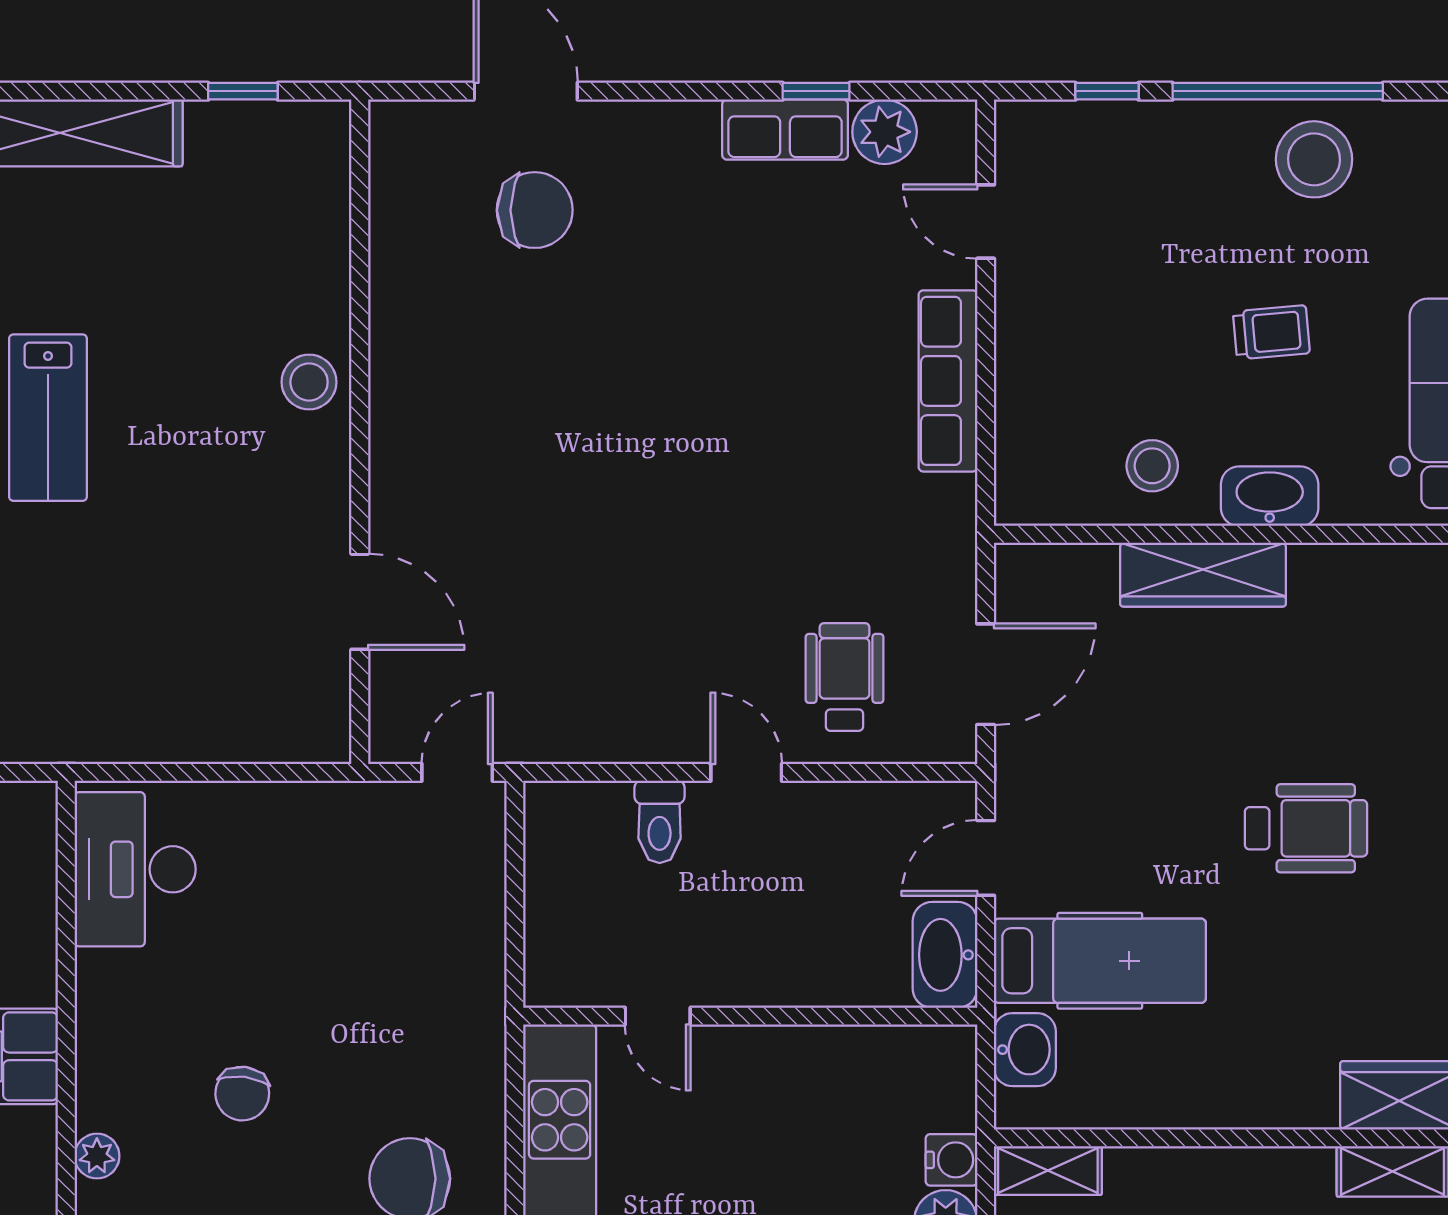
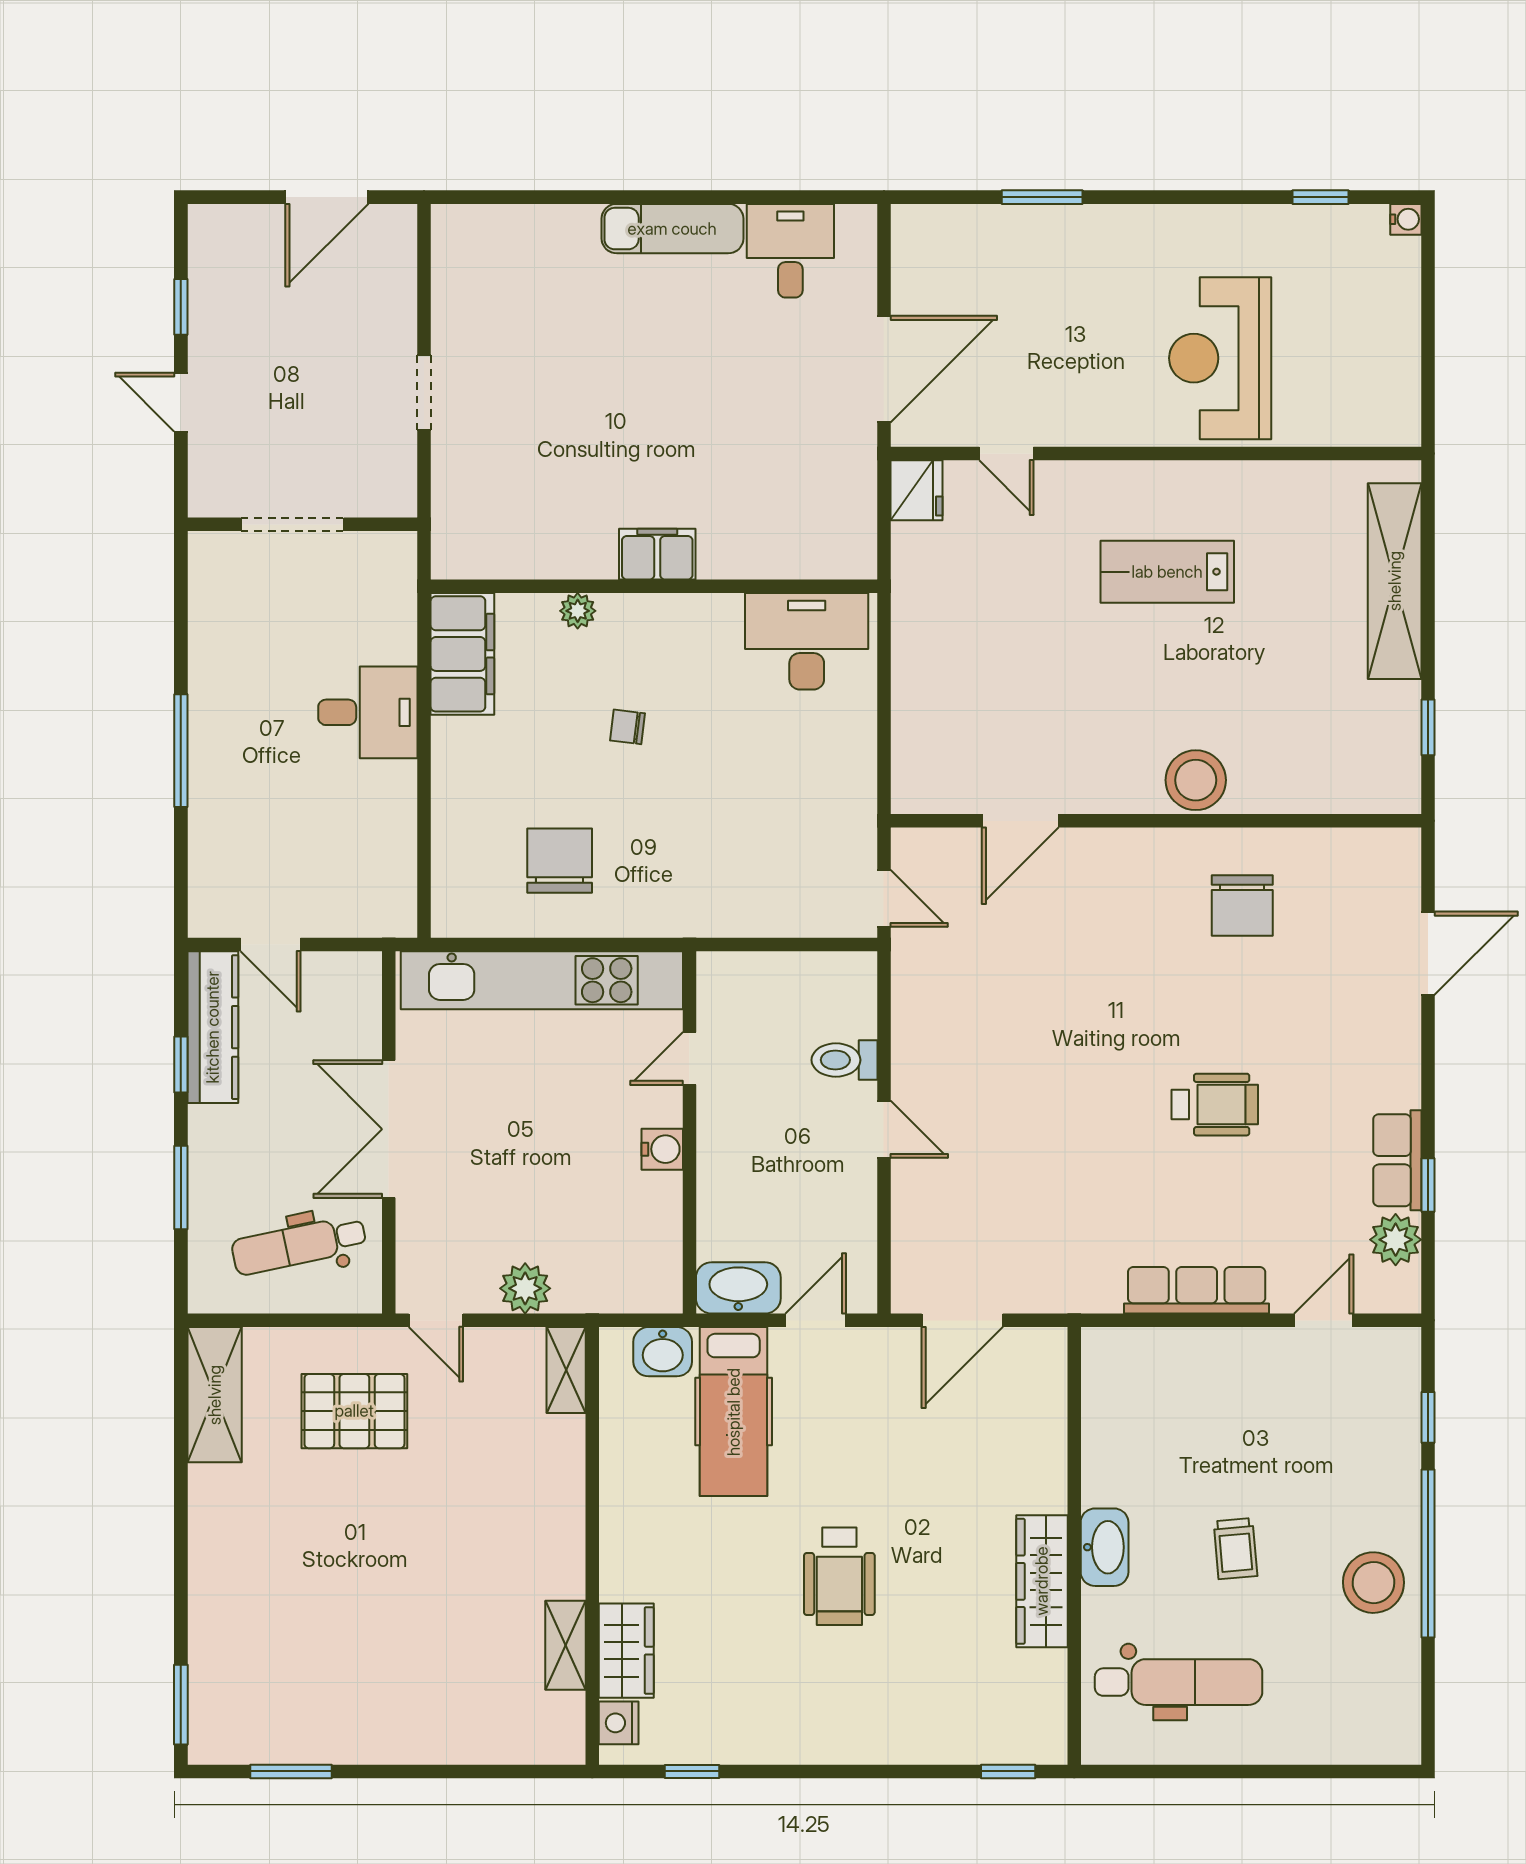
chair: (535, 210) -> (1242, 905), moved
stool: (309, 382) -> (1196, 780), width x1.38, depth x1.38
stool: (1152, 466) -> (1129, 1453), removed
wardrobe: (1203, 575) -> (1042, 1581), moved
door: (986, 674) -> (962, 1320), hinge flipped
wheelchair: (845, 677) -> (1215, 1105), moved
door: (746, 772) -> (884, 1129), hinge flipped
door: (986, 858) -> (816, 1320), hinge flipped
chair: (242, 1094) -> (628, 727), width x0.73, depth x0.73
water cooler: (951, 1160) -> (662, 1149), moved, turned -90

